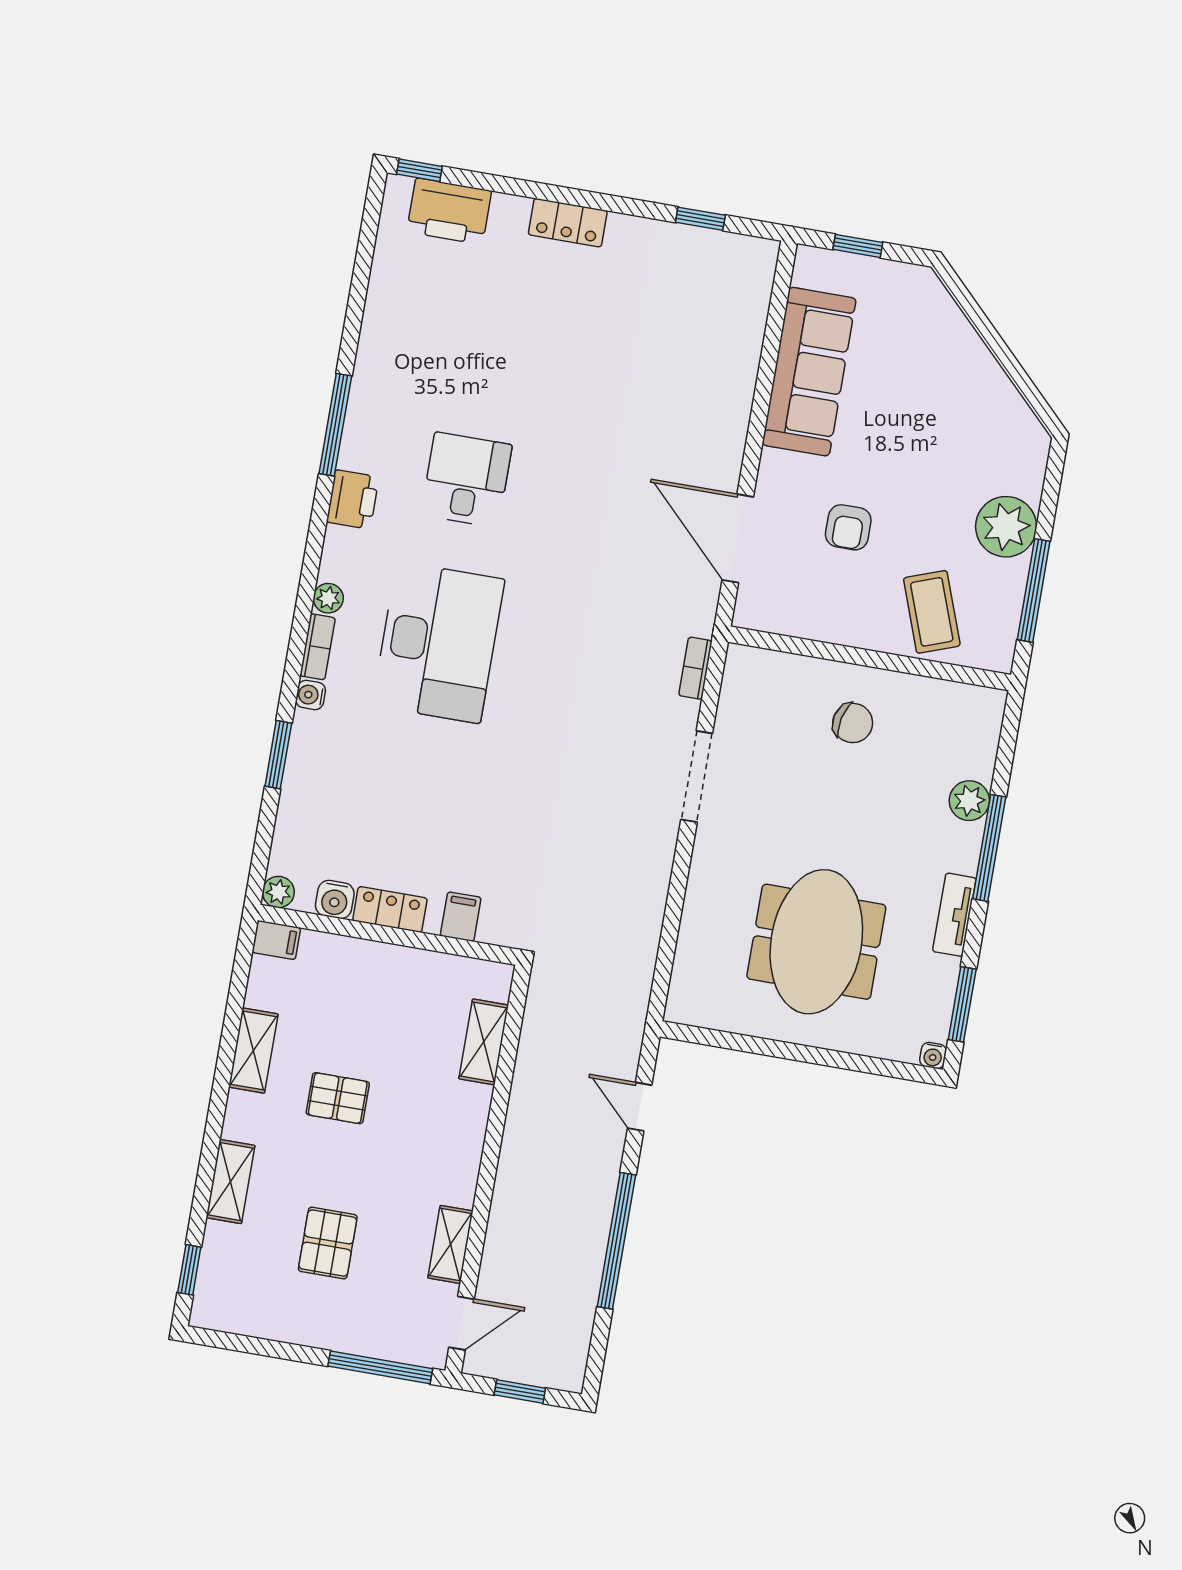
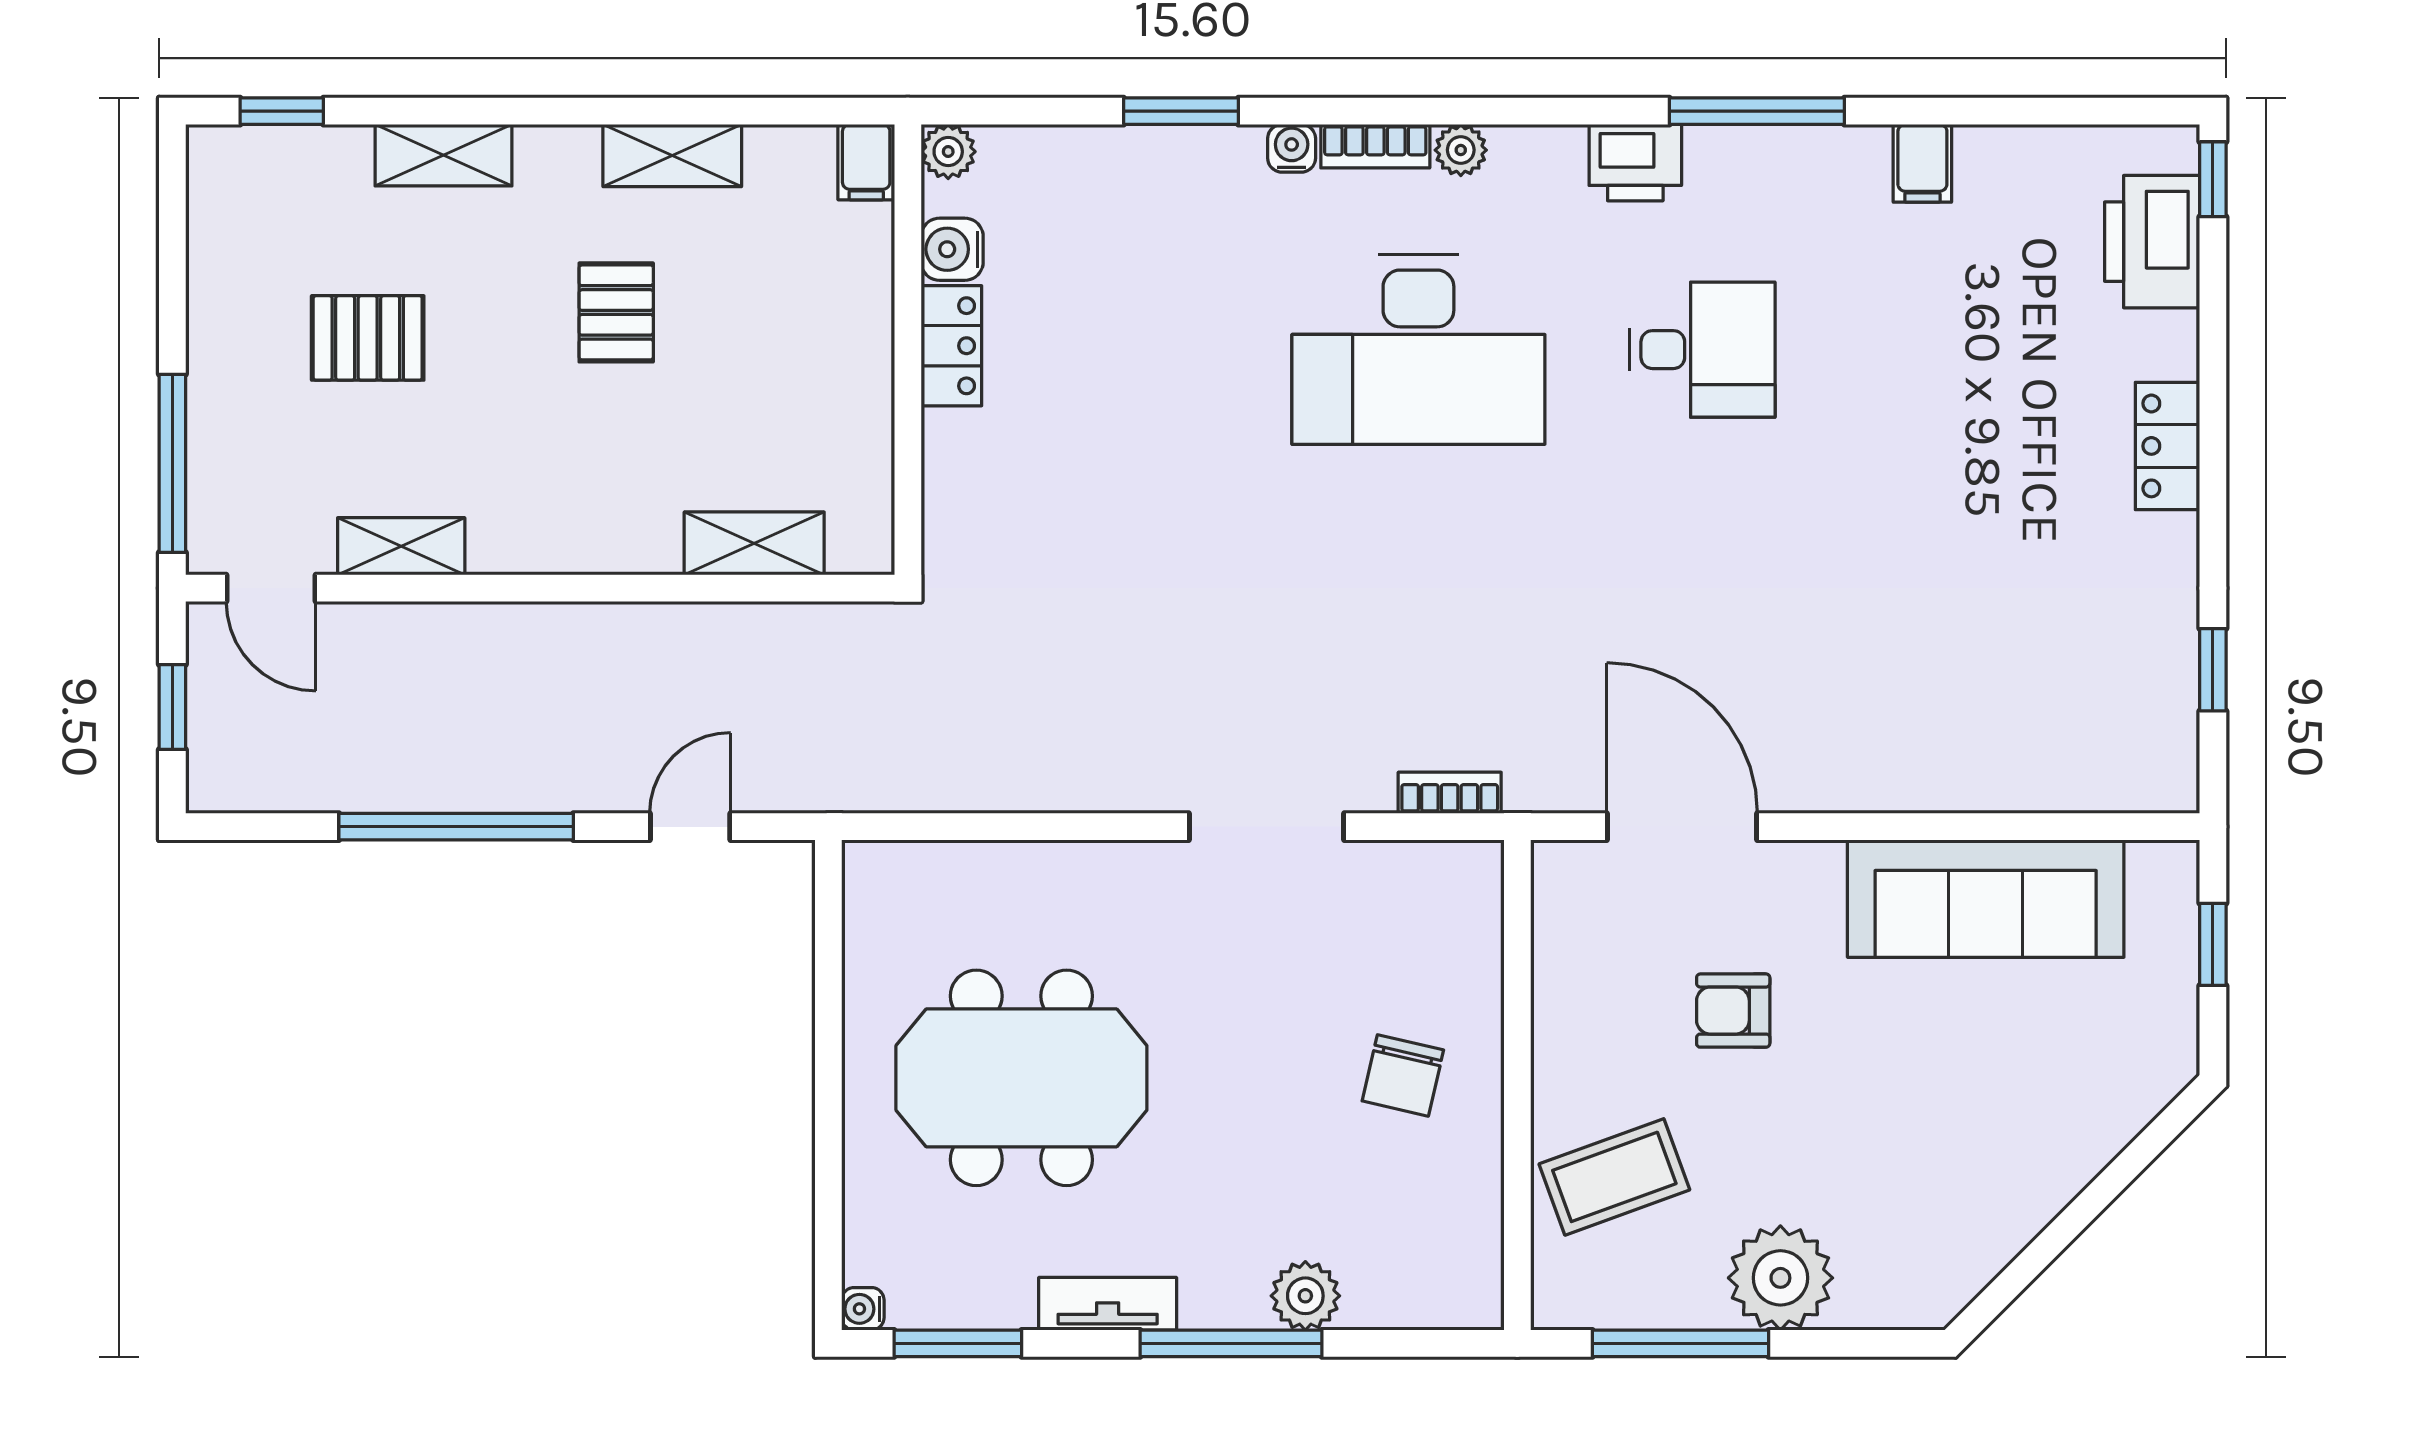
door: (738, 538) -> (1682, 827), hinge flipped
filing cabinet: (461, 917) -> (1922, 163), moved, turned 90

